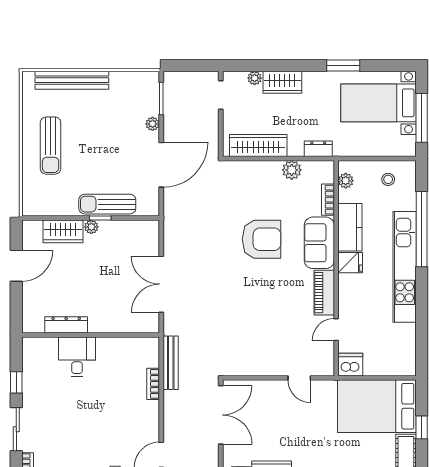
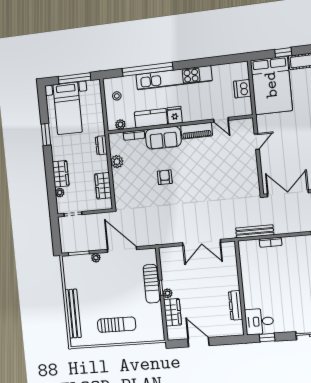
wardrobe: (258, 146) -> (103, 186), width x0.67
armchair: (262, 239) -> (165, 177), width x0.53, depth x0.53
desk: (77, 357) -> (259, 321), moved
dishwasher: (350, 365) -> (242, 89), moved
window: (16, 382) -> (267, 338), moved

